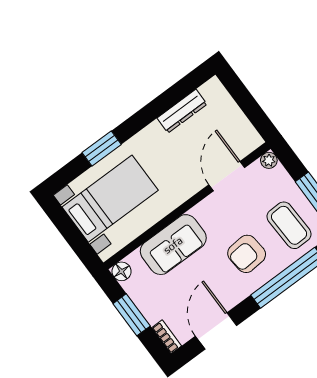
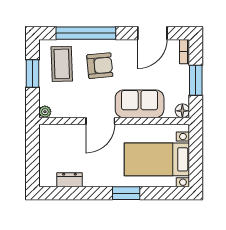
dresser: (182, 111) -> (69, 180), width x0.70
window: (102, 148) -> (126, 193), moved
door: (227, 176) -> (100, 121), moved

